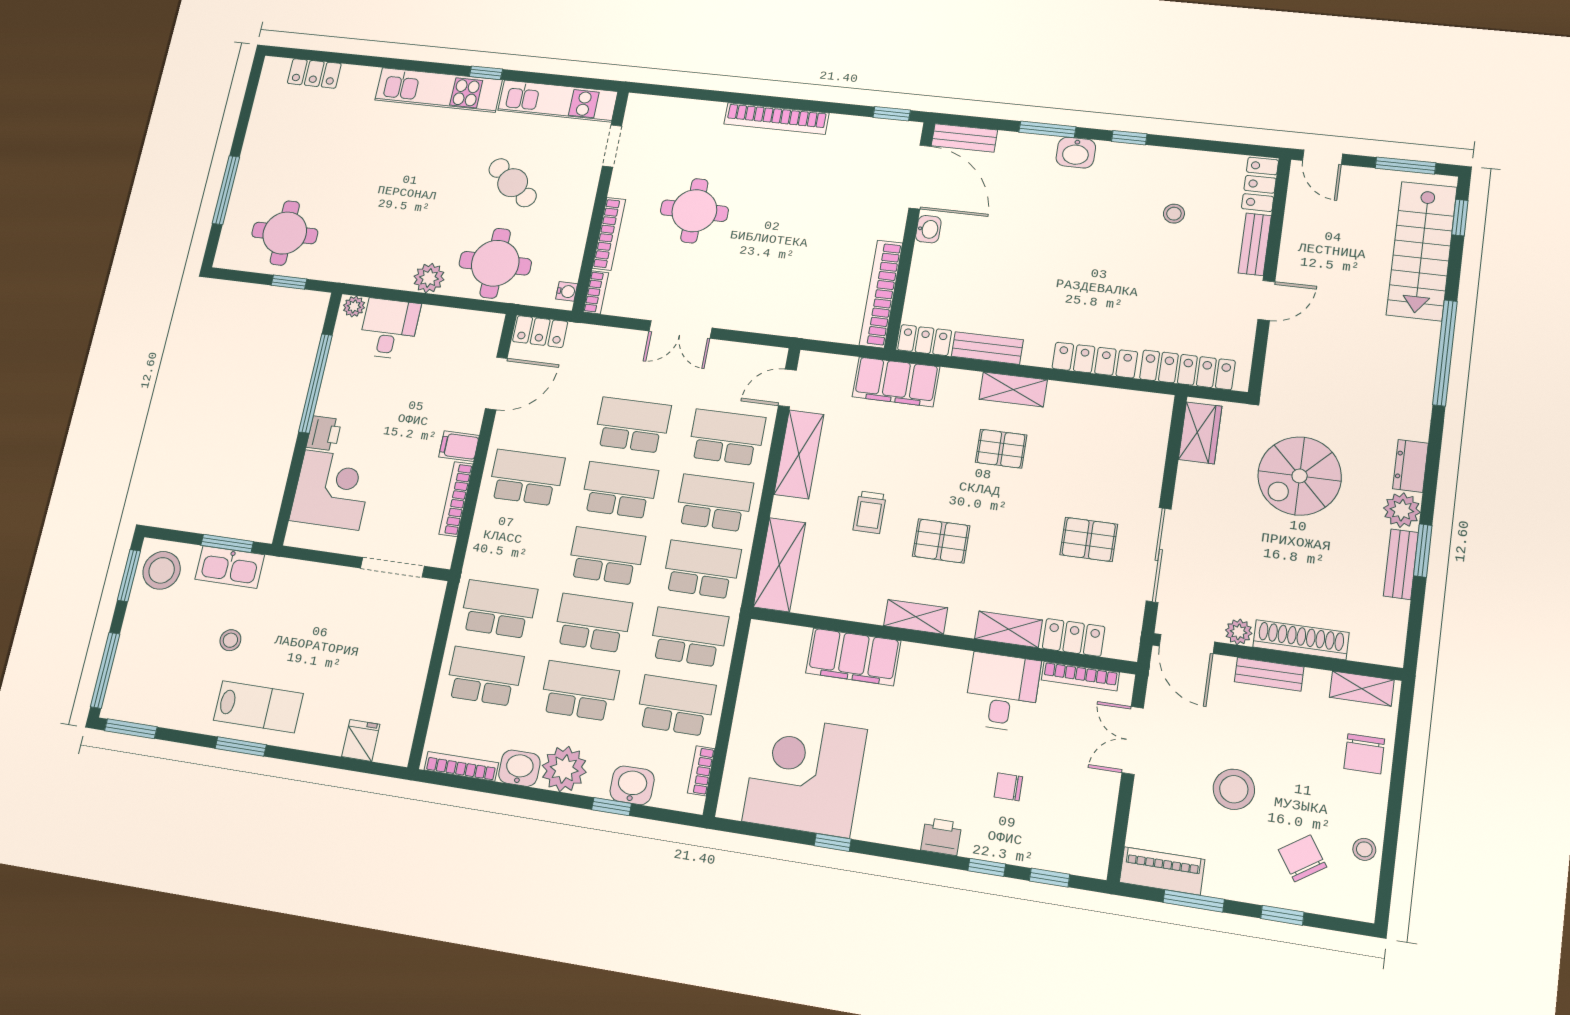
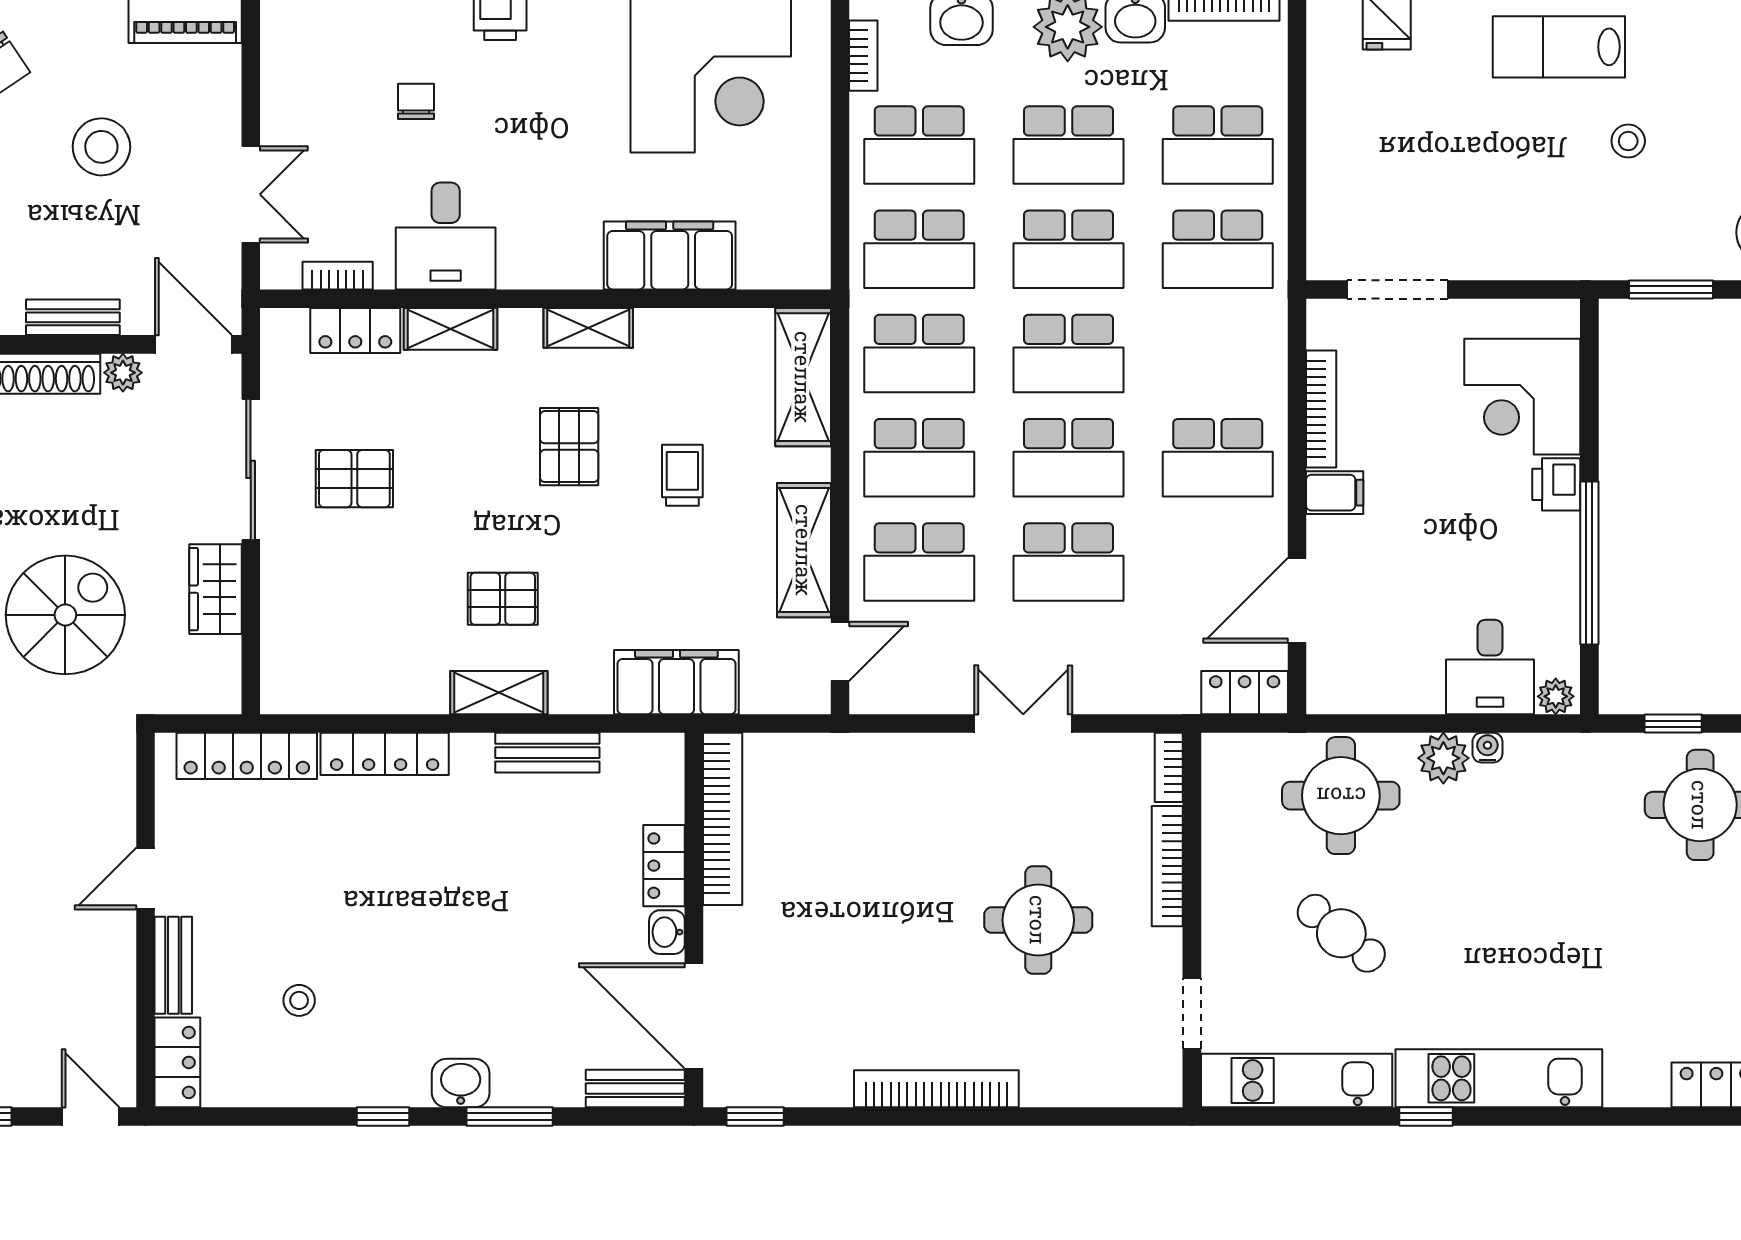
water cooler: (567, 291) -> (1487, 748), moved, turned 90
locker: (925, 340) -> (664, 866), moved, turned 90
wardrobe: (1200, 433) -> (215, 589), moved
pallet: (941, 541) -> (569, 447), turned 90
kitchen sink: (230, 567) -> (1657, 253), removed
bookcase: (1080, 676) -> (338, 276), width x0.64
chair: (1008, 787) -> (416, 101), turned -90

